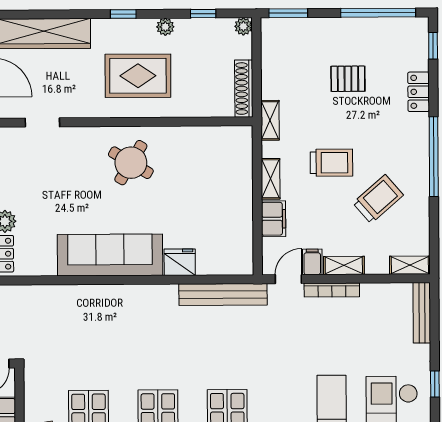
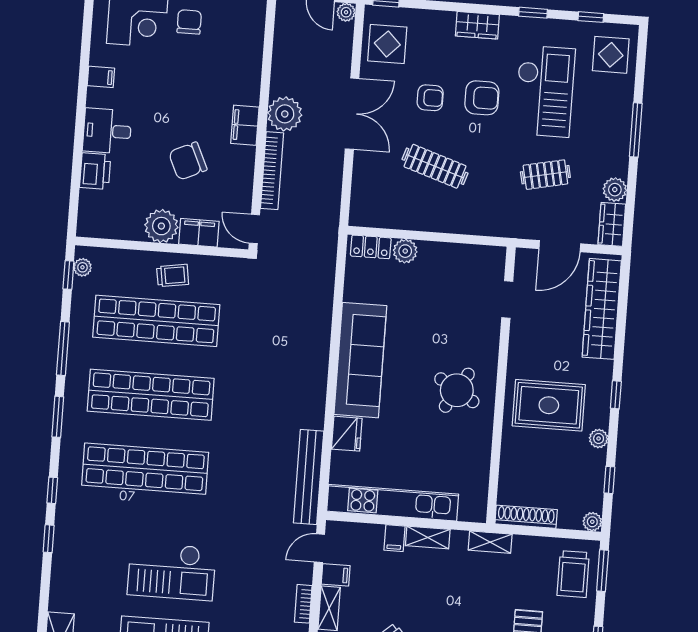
rug: (138, 76) -> (549, 405), turned 90
trolley: (331, 163) -> (573, 574), moved
kitchen unit: (241, 214) -> (393, 503), added
filing cabinet: (274, 219) -> (394, 538), width x0.50
door: (288, 279) -> (319, 548), swing flipped
bookcase: (332, 290) -> (303, 604), width x0.64

